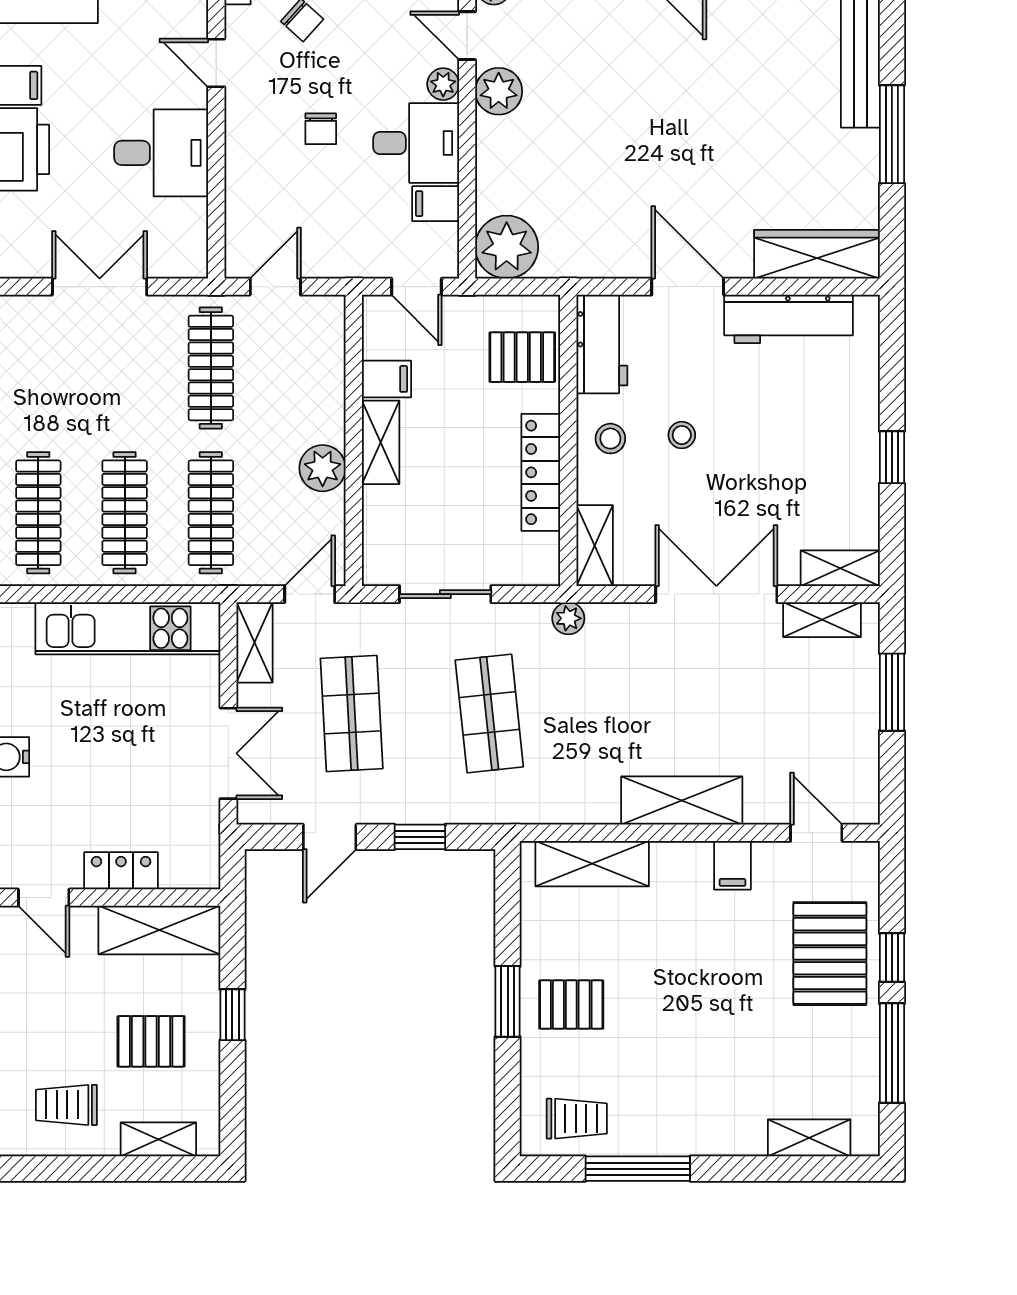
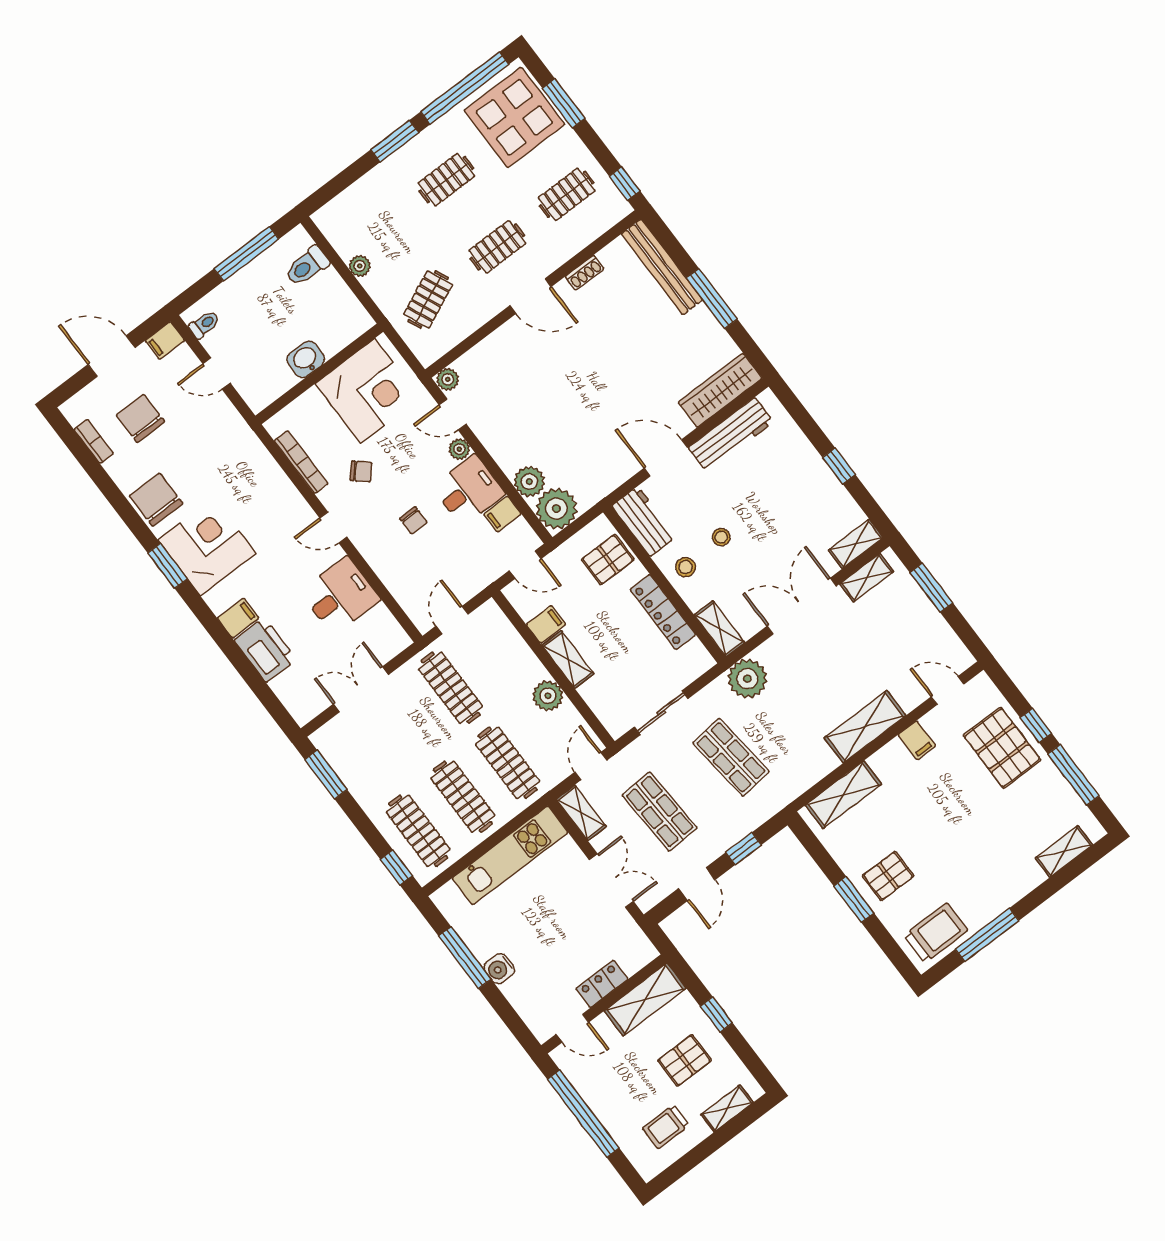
plant: (499, 91) -> (529, 482), moved
plant: (568, 618) -> (747, 679), width x1.87, depth x1.87
trolley: (577, 1119) -> (936, 933), width x1.36, depth x1.39

